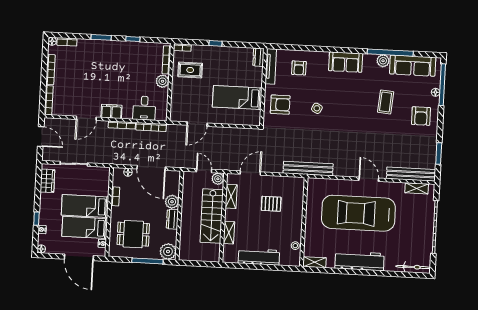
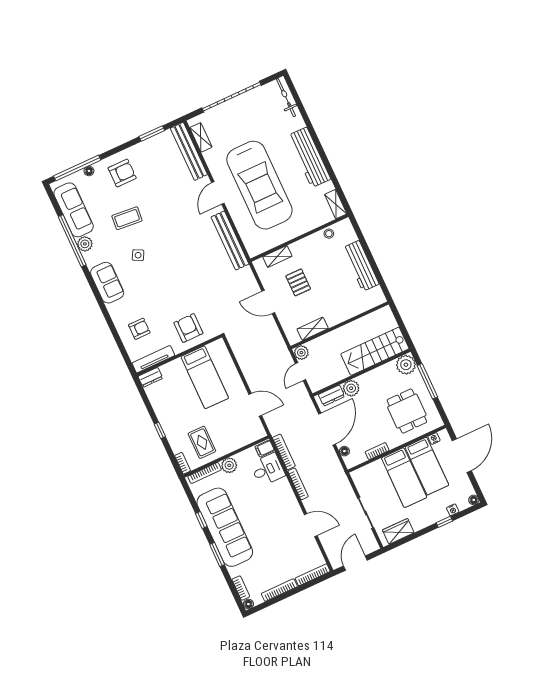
sofa: (118, 54) -> (225, 527), added
side table: (317, 108) -> (138, 255), moved
filing cabinet: (111, 111) -> (265, 449), moved, width x0.50
bench: (308, 169) -> (230, 240), moved
door: (250, 173) -> (268, 302), moved
stairs: (212, 216) -> (375, 351), moved, turned 180
dresser: (172, 219) -> (332, 396), moved
shelving: (229, 233) -> (277, 256), moved

